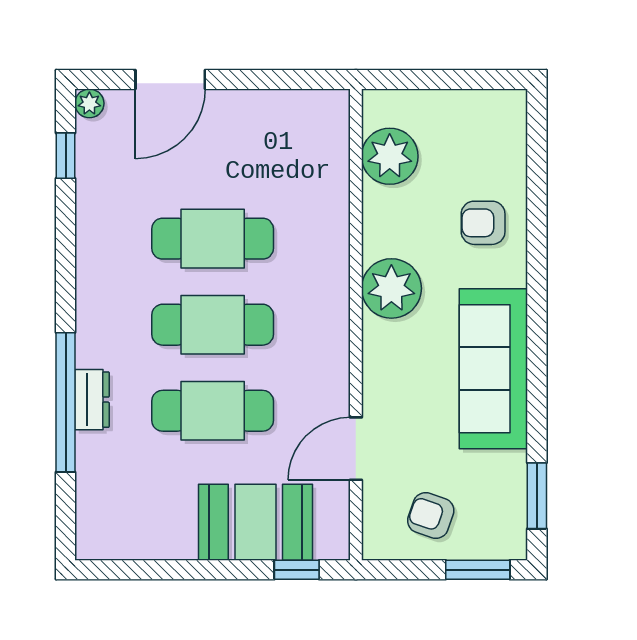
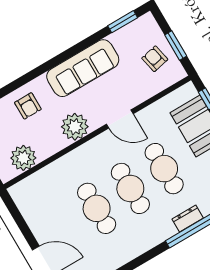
door: (356, 449) -> (120, 119), moved
armchair: (431, 515) -> (155, 59), turned 149
window: (478, 570) -> (176, 45), moved

